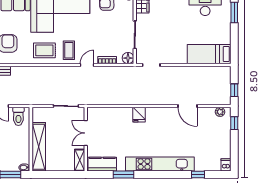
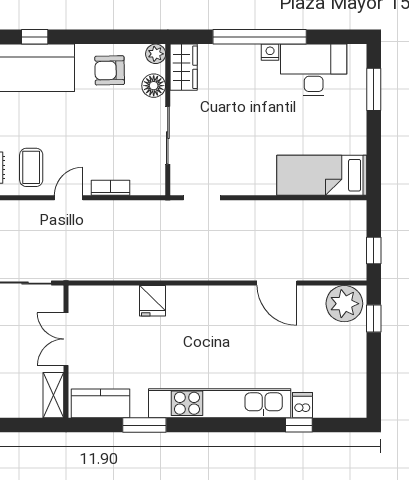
floor lamp: (128, 58) -> (154, 86), moved
plant: (220, 112) -> (344, 304), width x1.87, depth x1.87
fridge: (139, 115) -> (152, 301), moved
dishwasher: (226, 165) -> (302, 405), moved

